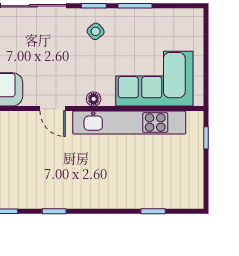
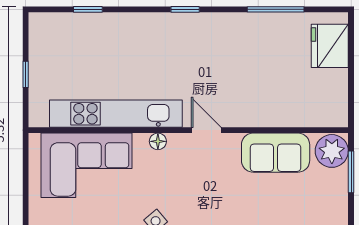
window: (206, 138) -> (26, 74), moved
window: (54, 211) -> (185, 9), moved

